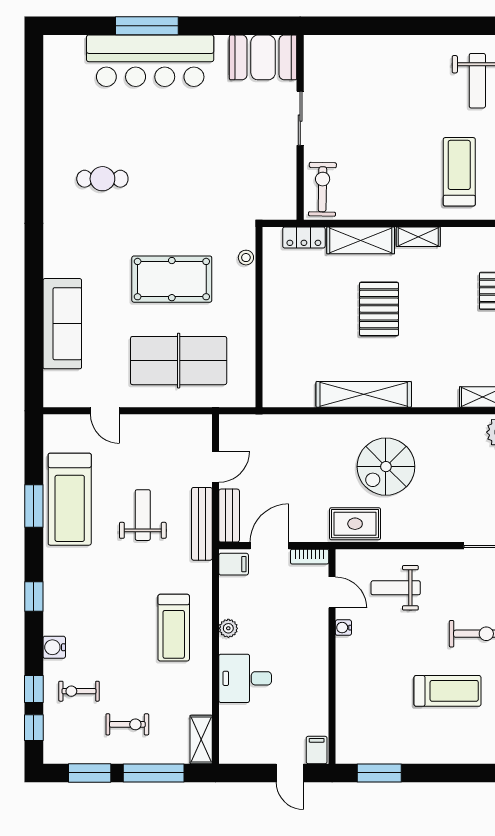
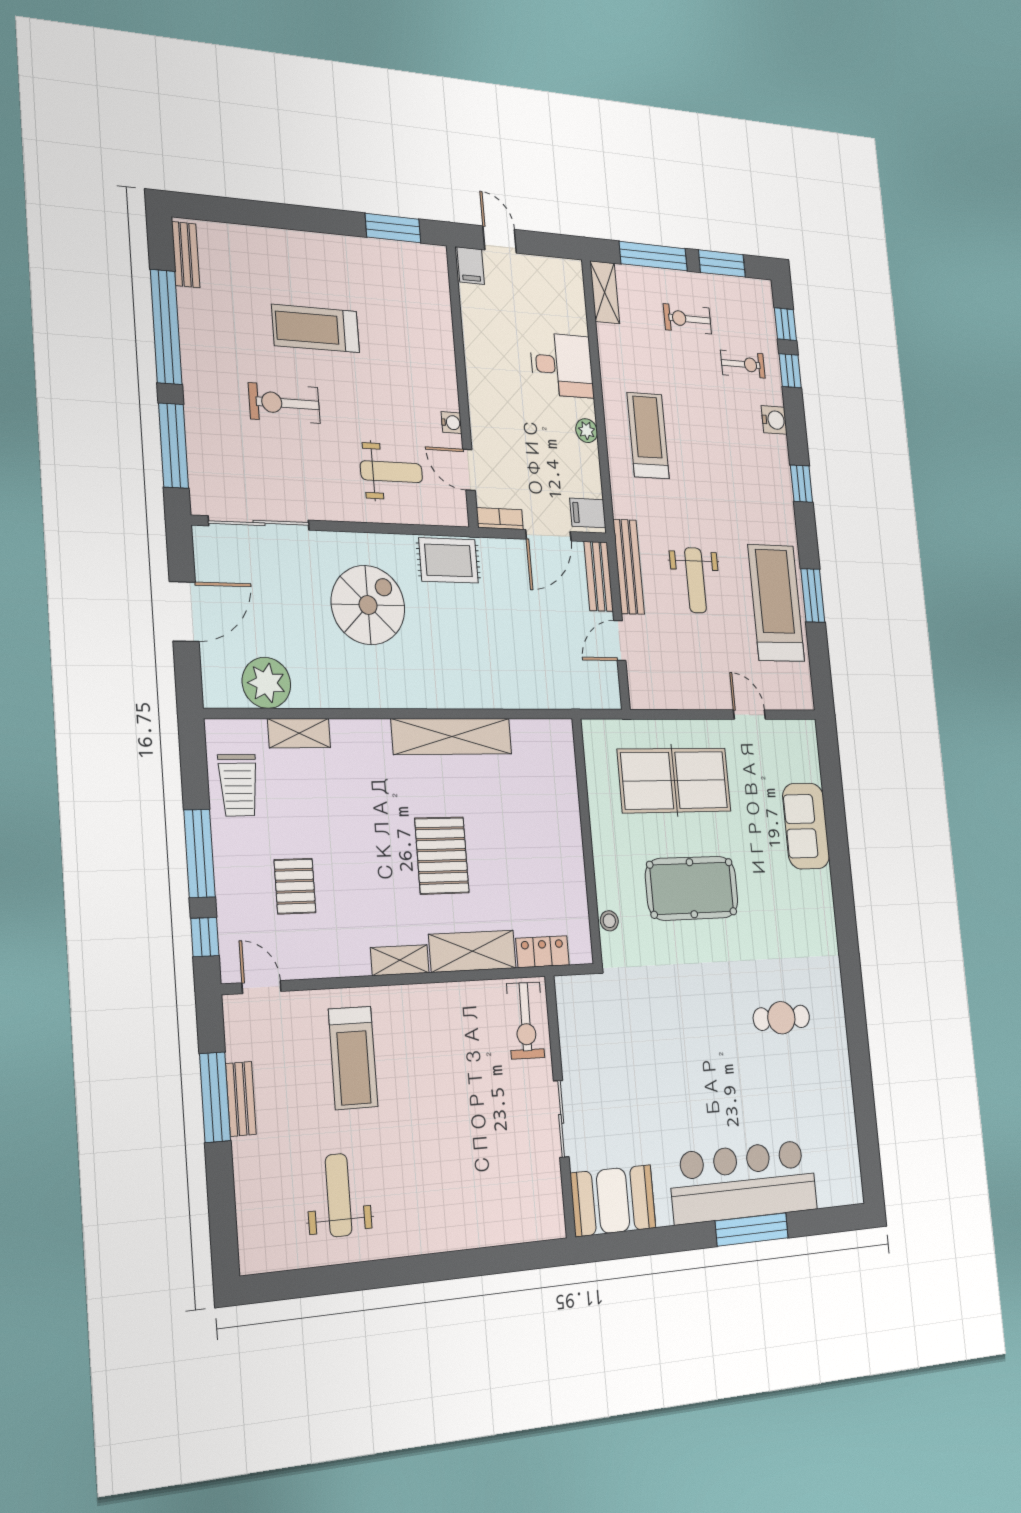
sofa: (62, 324) -> (806, 826), width x0.73
spiral stairs: (386, 467) -> (368, 605), moved

